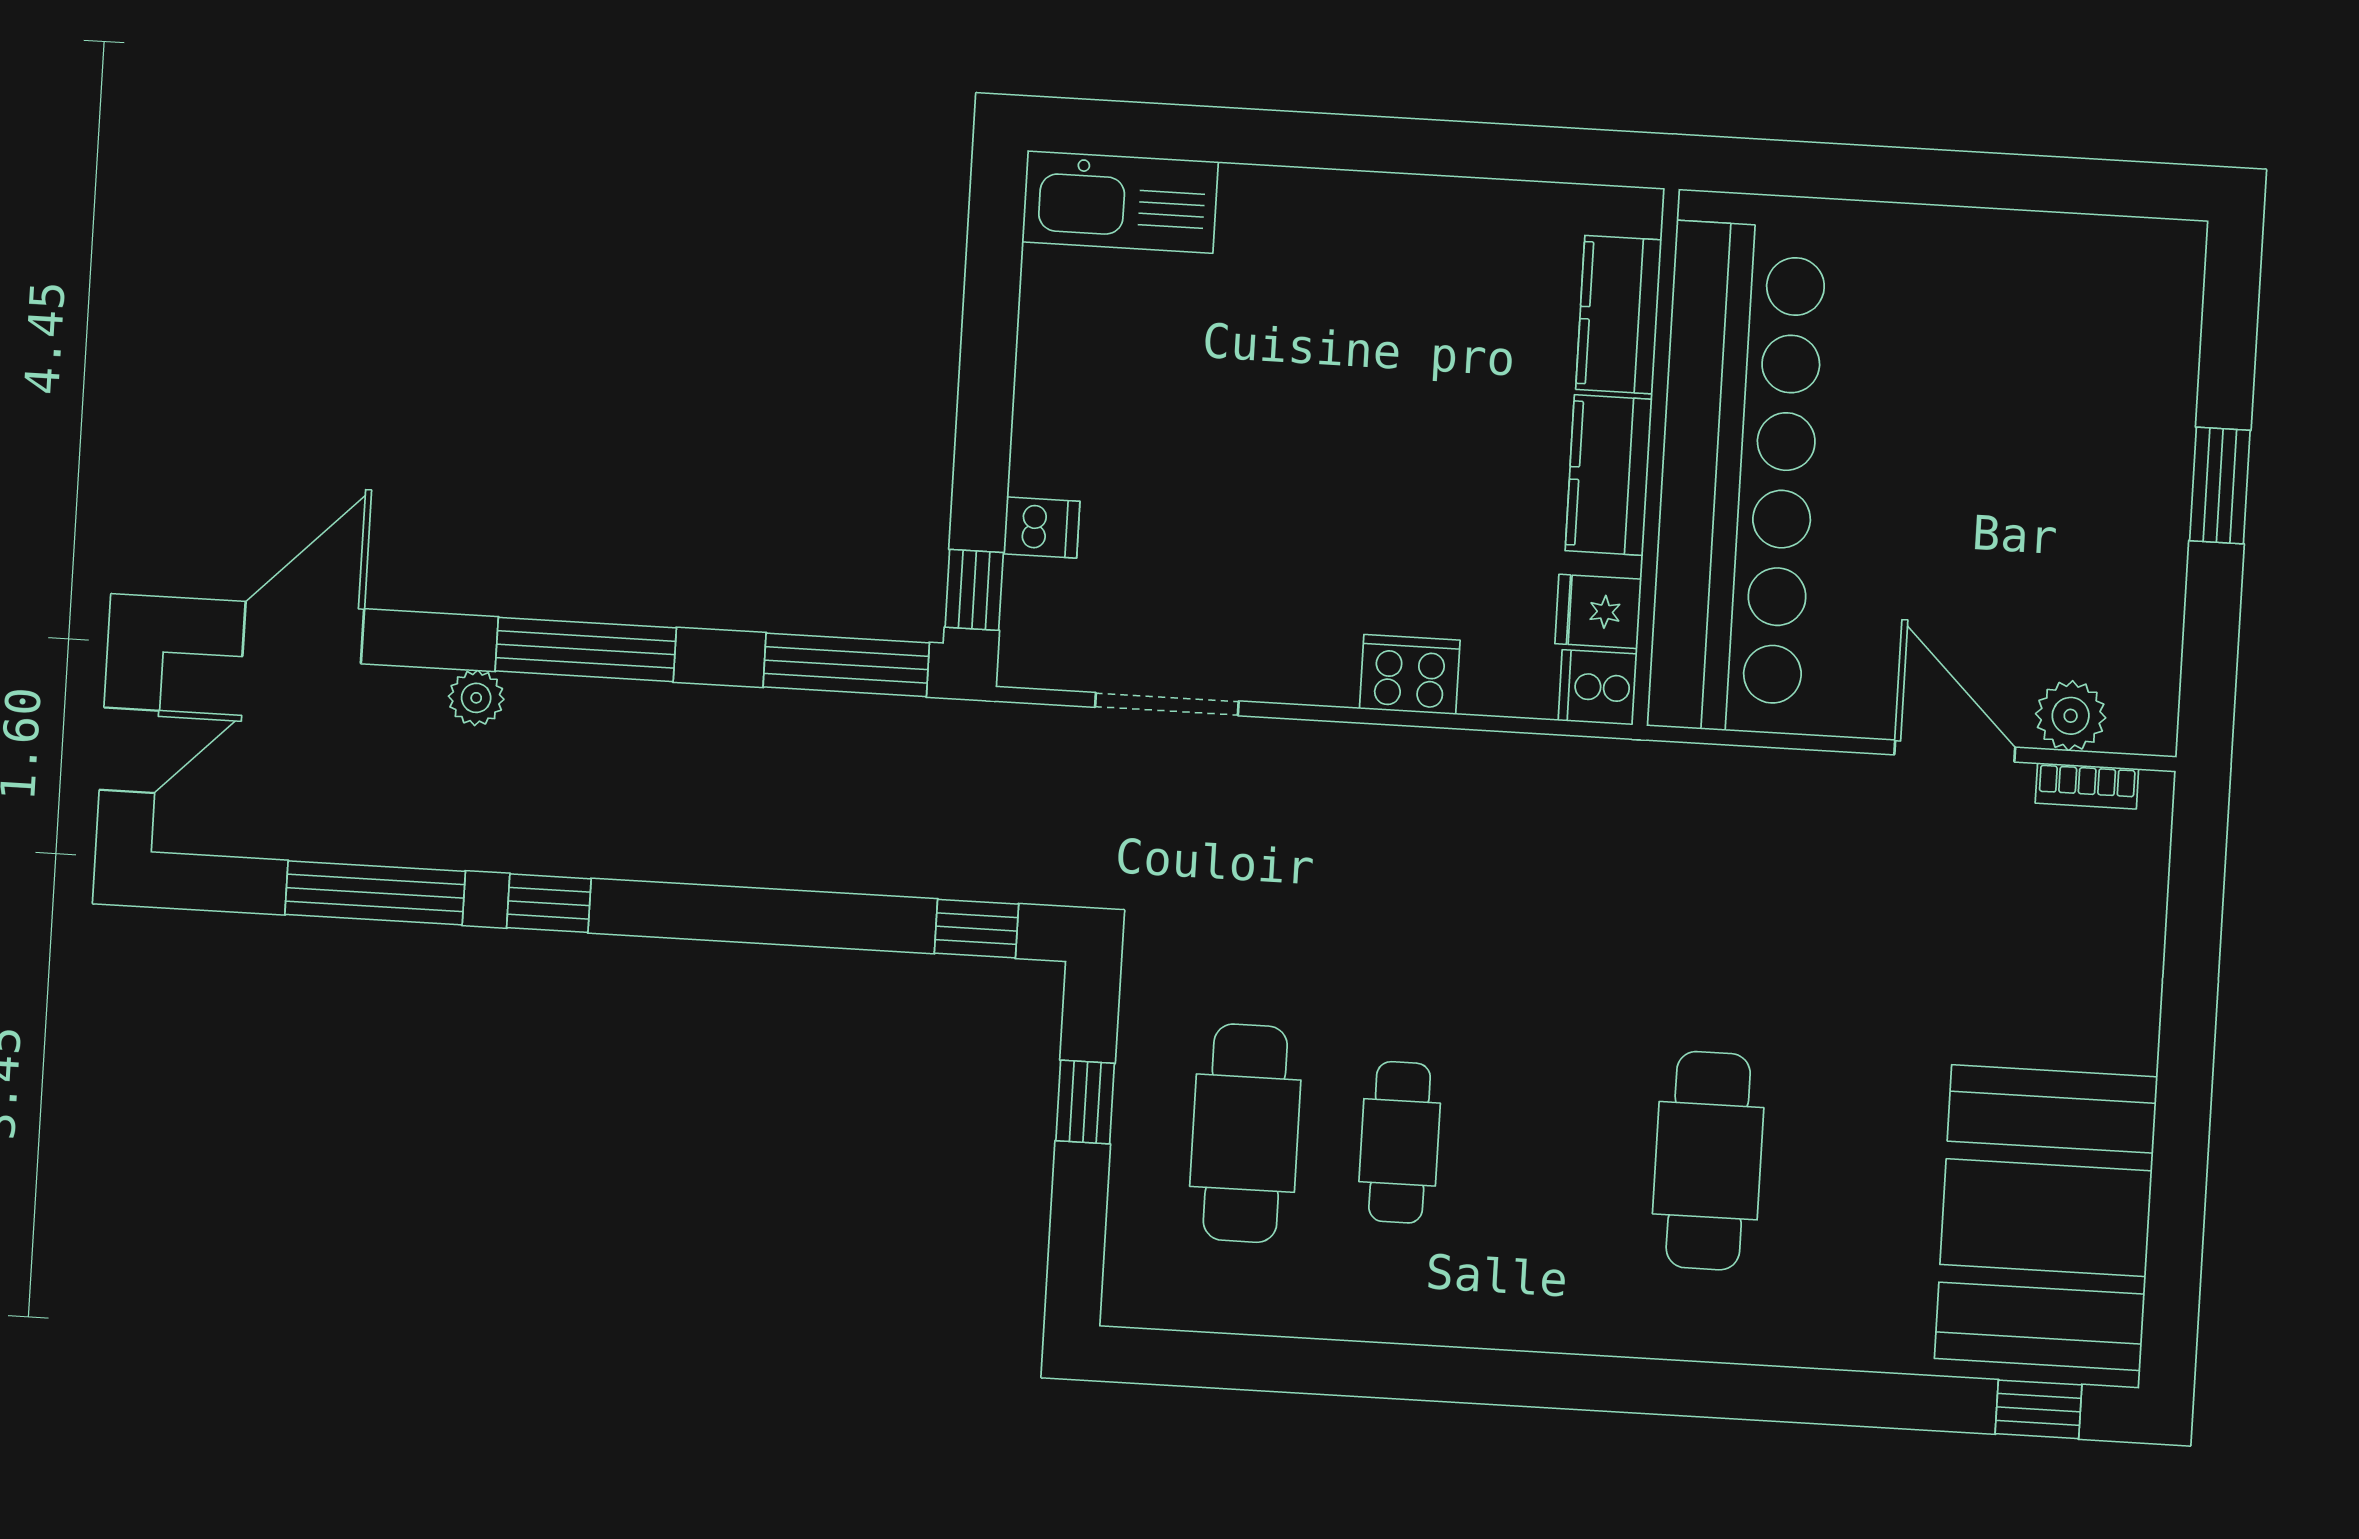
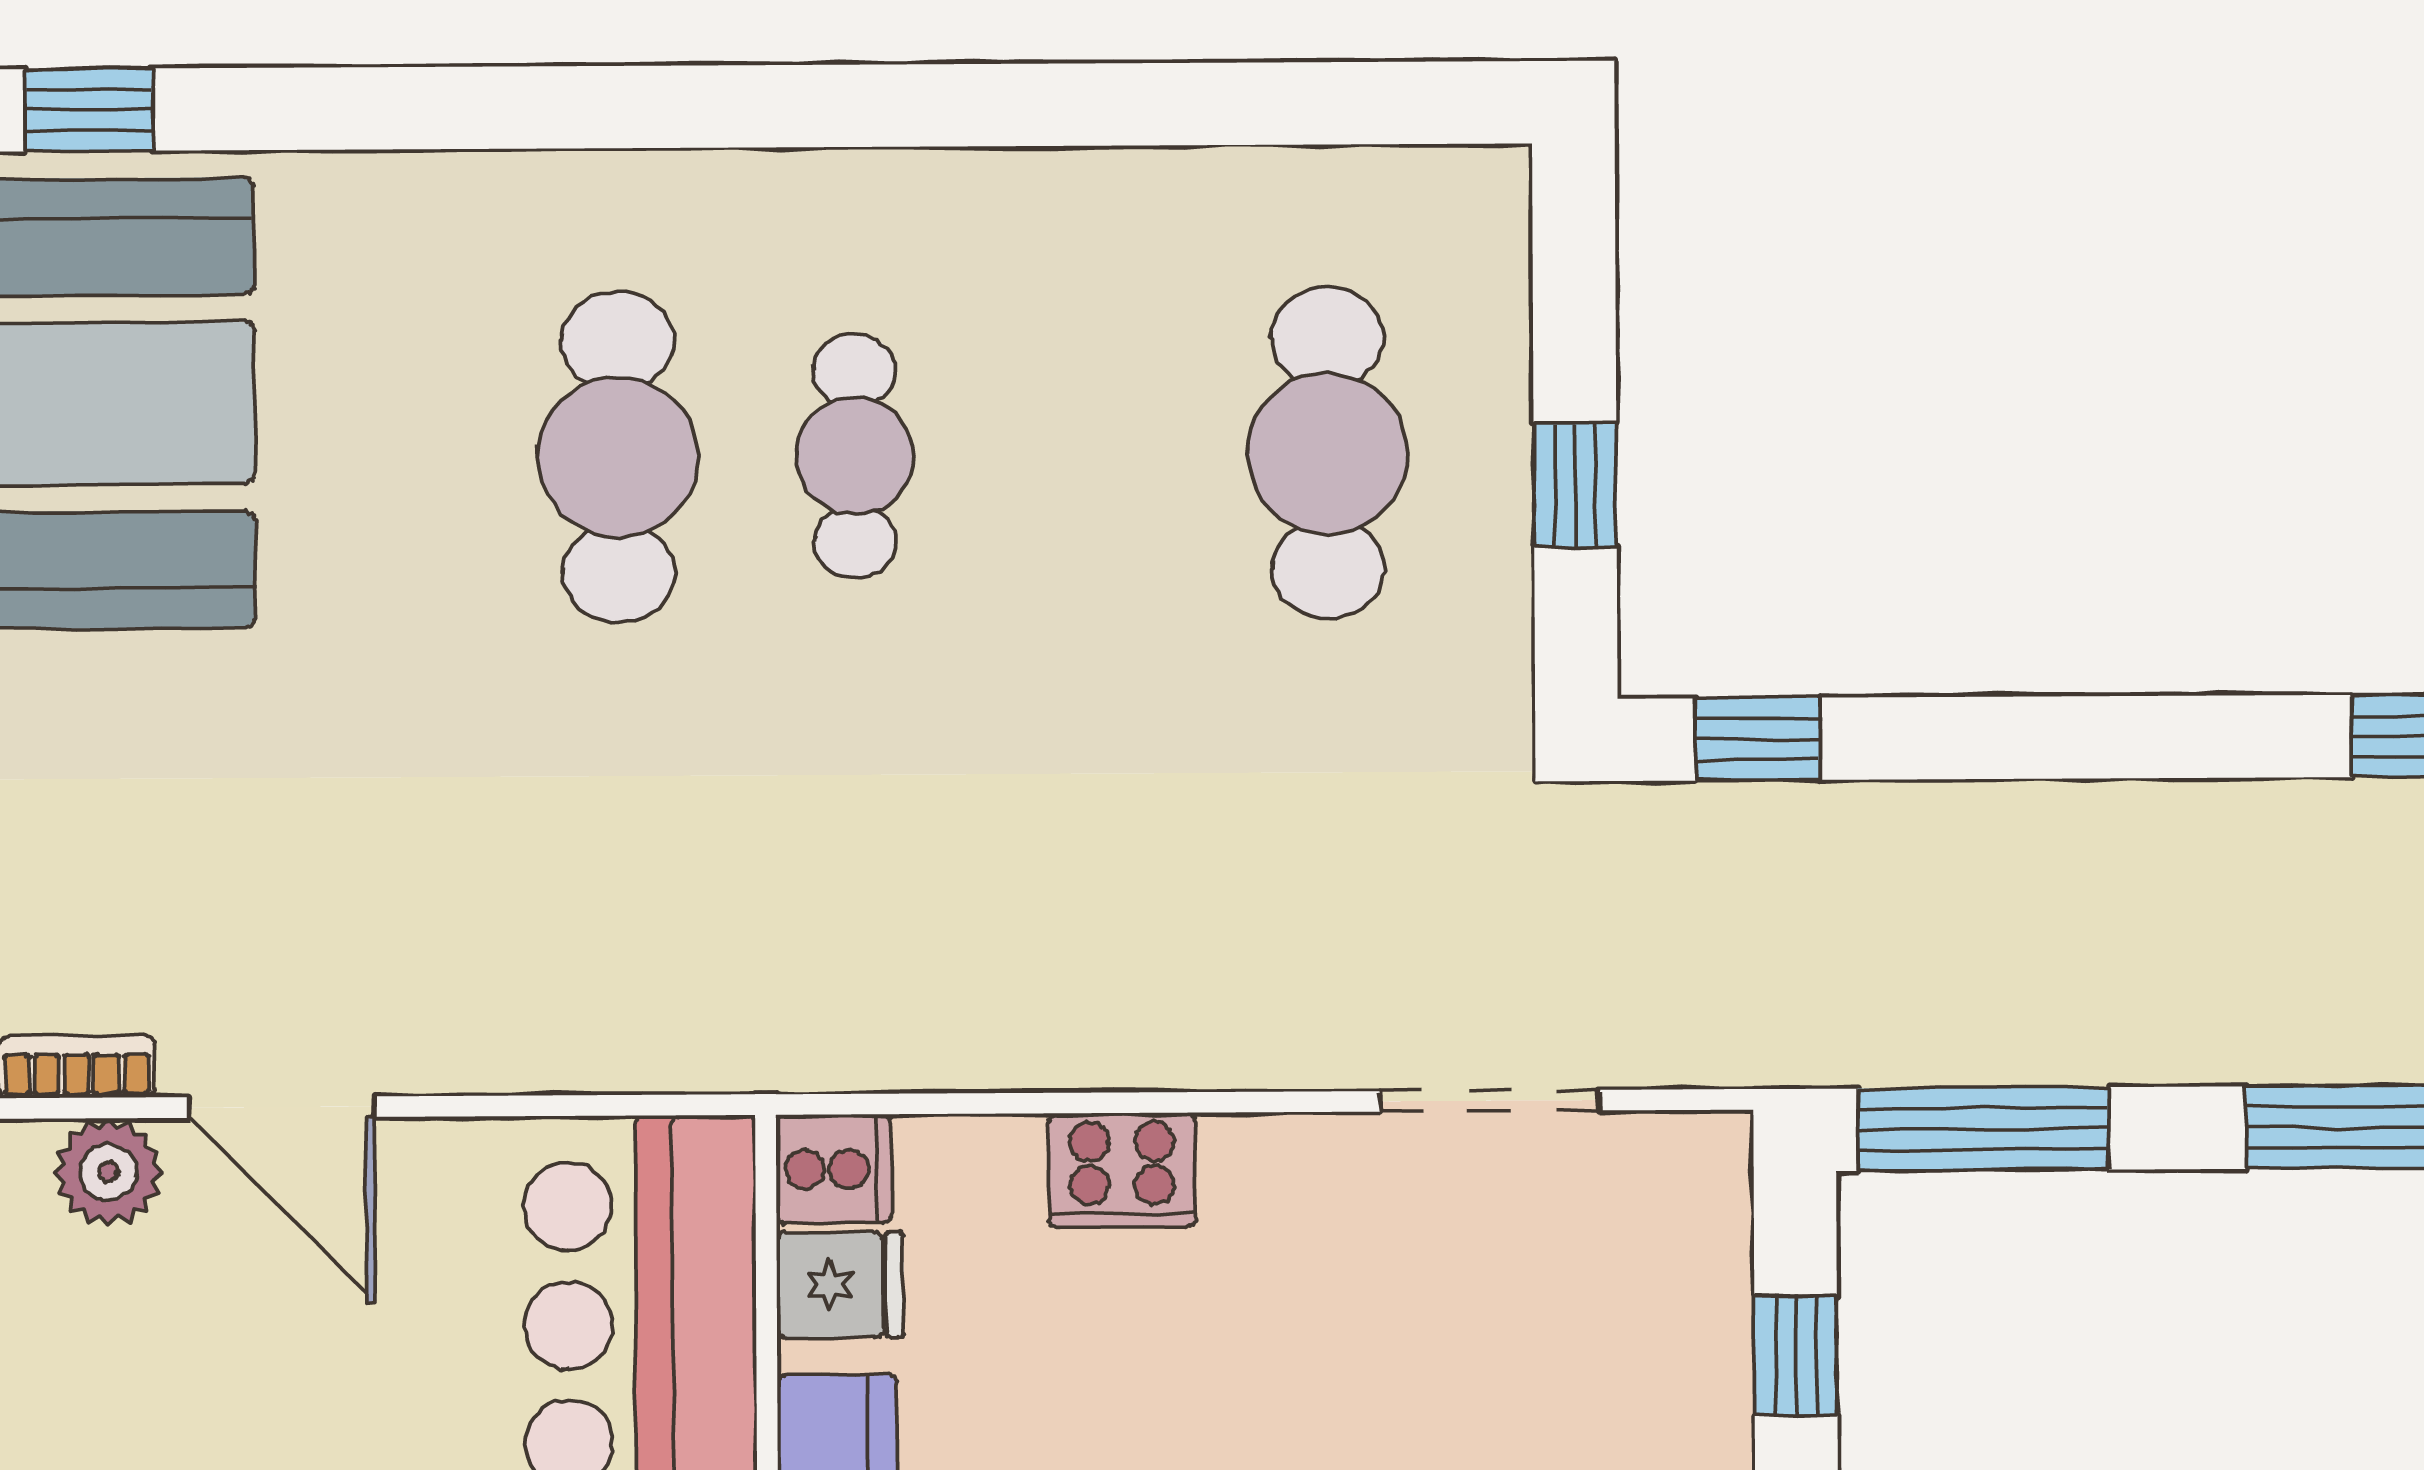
dishwasher: (1042, 528) -> (1699, 1358), removed
window: (974, 590) -> (1796, 1355), moved
cafe table: (1400, 1142) -> (855, 456), moved

